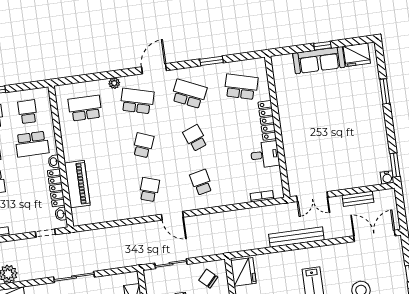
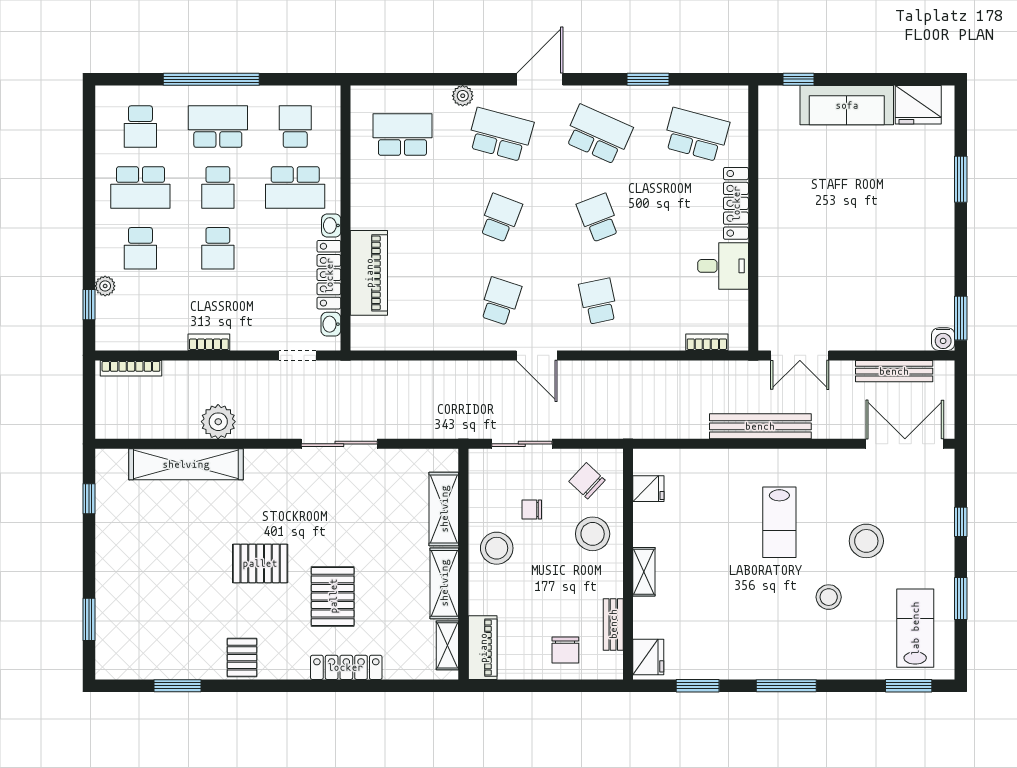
window: (322, 46) -> (798, 79), moved
bench: (358, 199) -> (894, 371), width x1.36
fridge: (243, 272) -> (648, 489), width x0.53, depth x0.75

